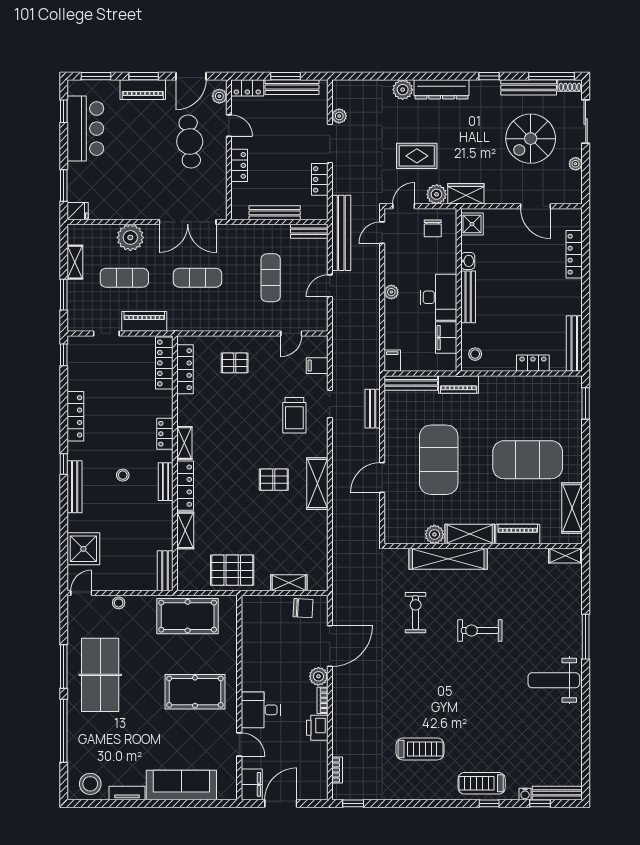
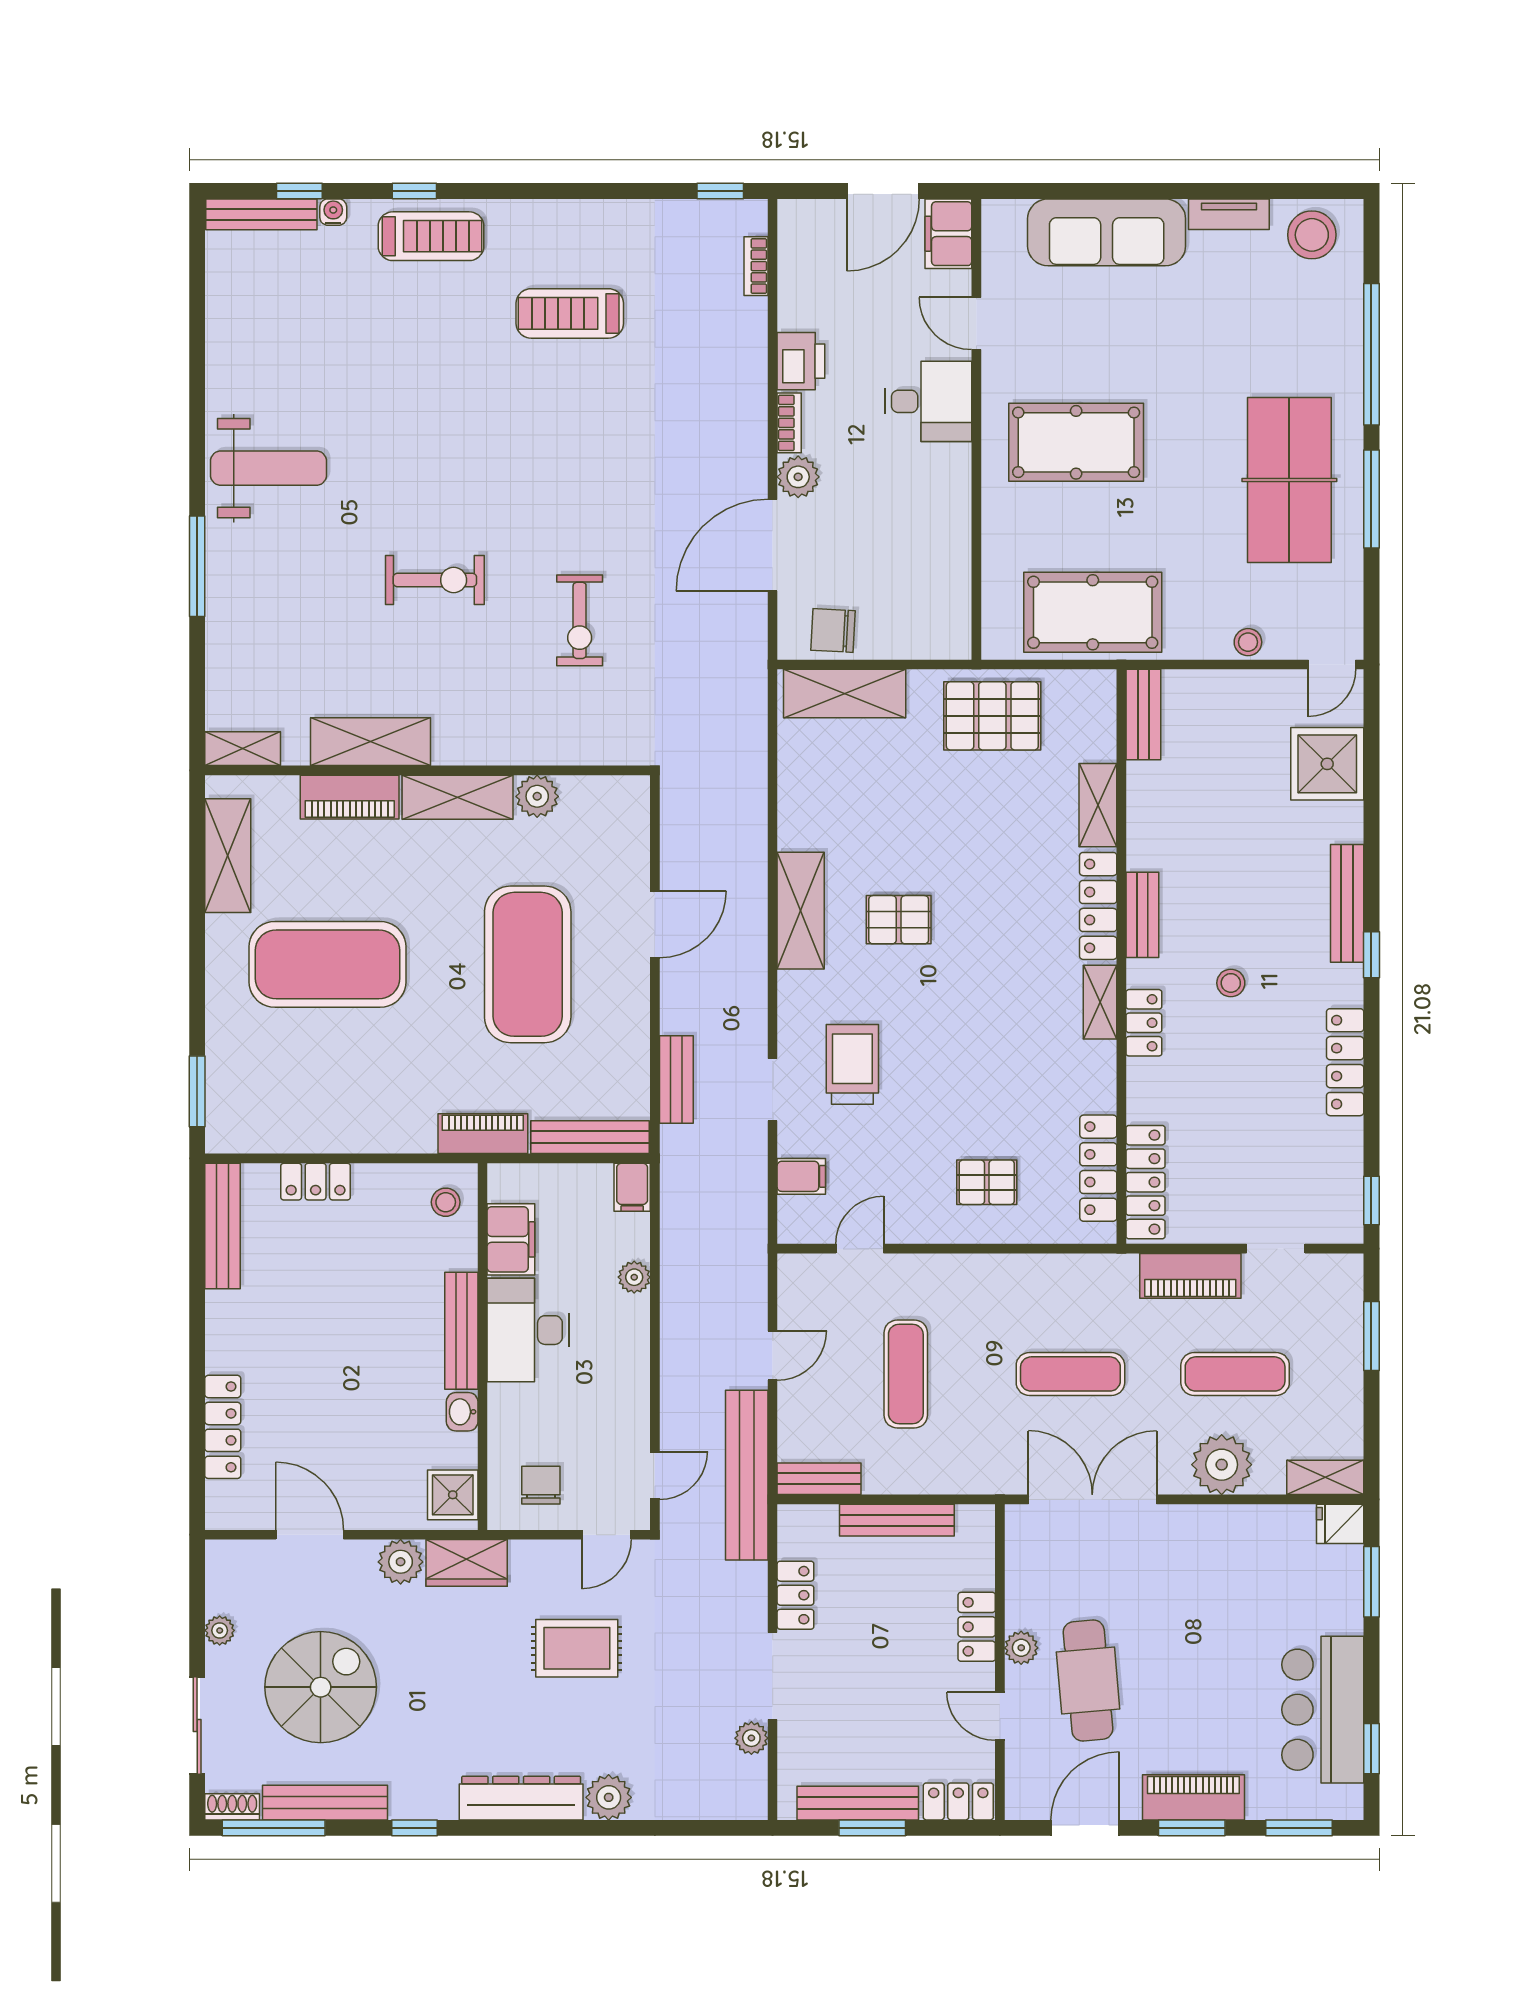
plant: (219, 96) -> (1021, 1648), moved
plant: (437, 194) -> (401, 1562), moved
shelving: (75, 262) -> (1325, 1477), moved, turned 90
plant: (391, 292) -> (634, 1277), moved
stool: (123, 475) -> (1231, 983), moved
shelving: (448, 559) -> (371, 742), moved, width x0.68
shelving: (289, 583) -> (845, 694), width x1.50, depth x1.33

